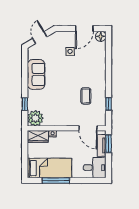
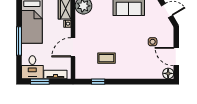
door: (88, 128) -> (73, 47), moved
window: (109, 144) -> (40, 82), moved
window: (56, 181) -> (19, 41), moved

